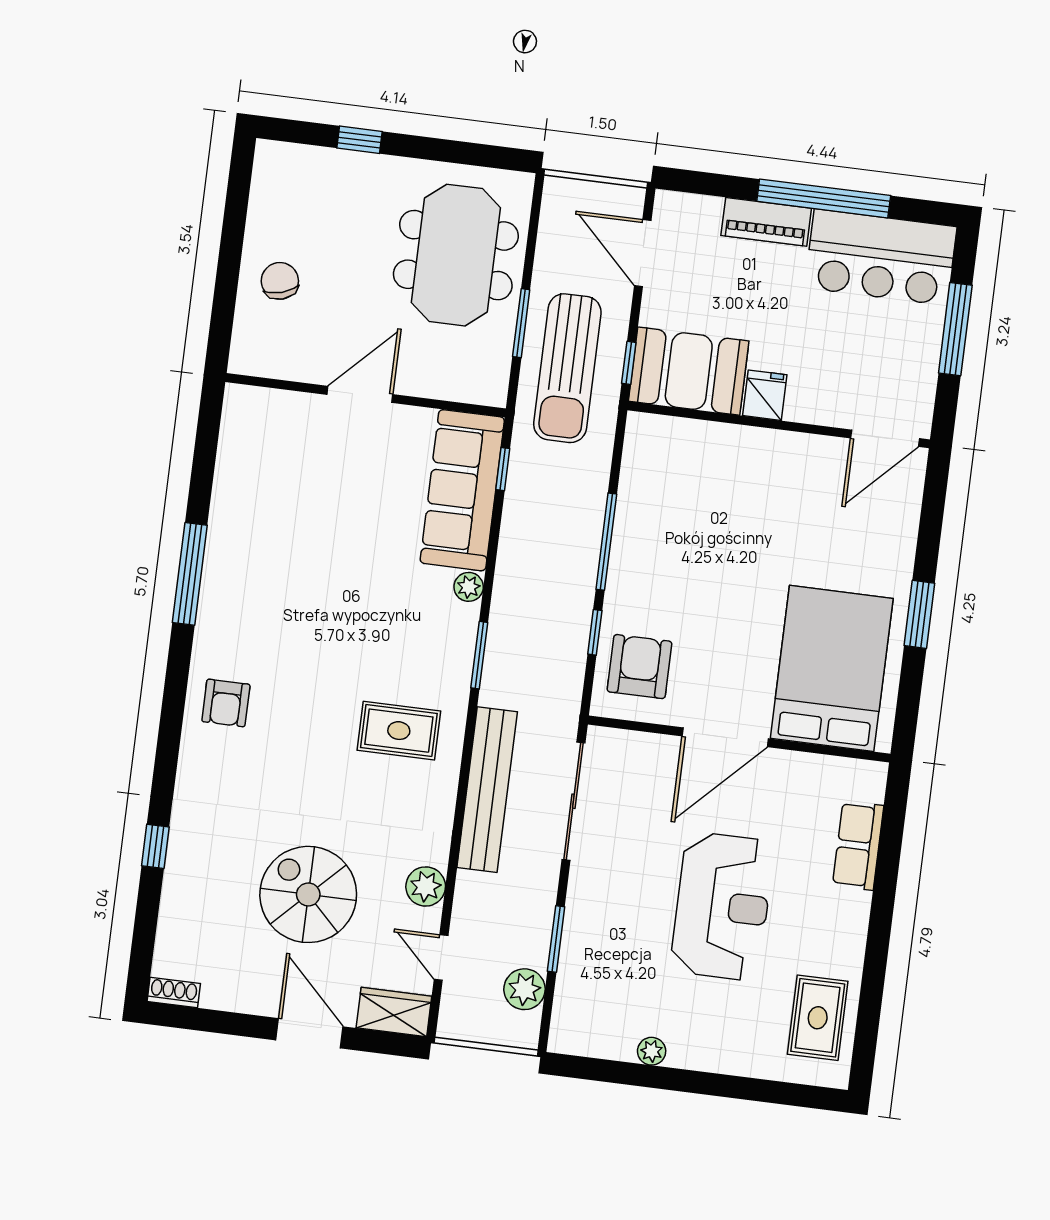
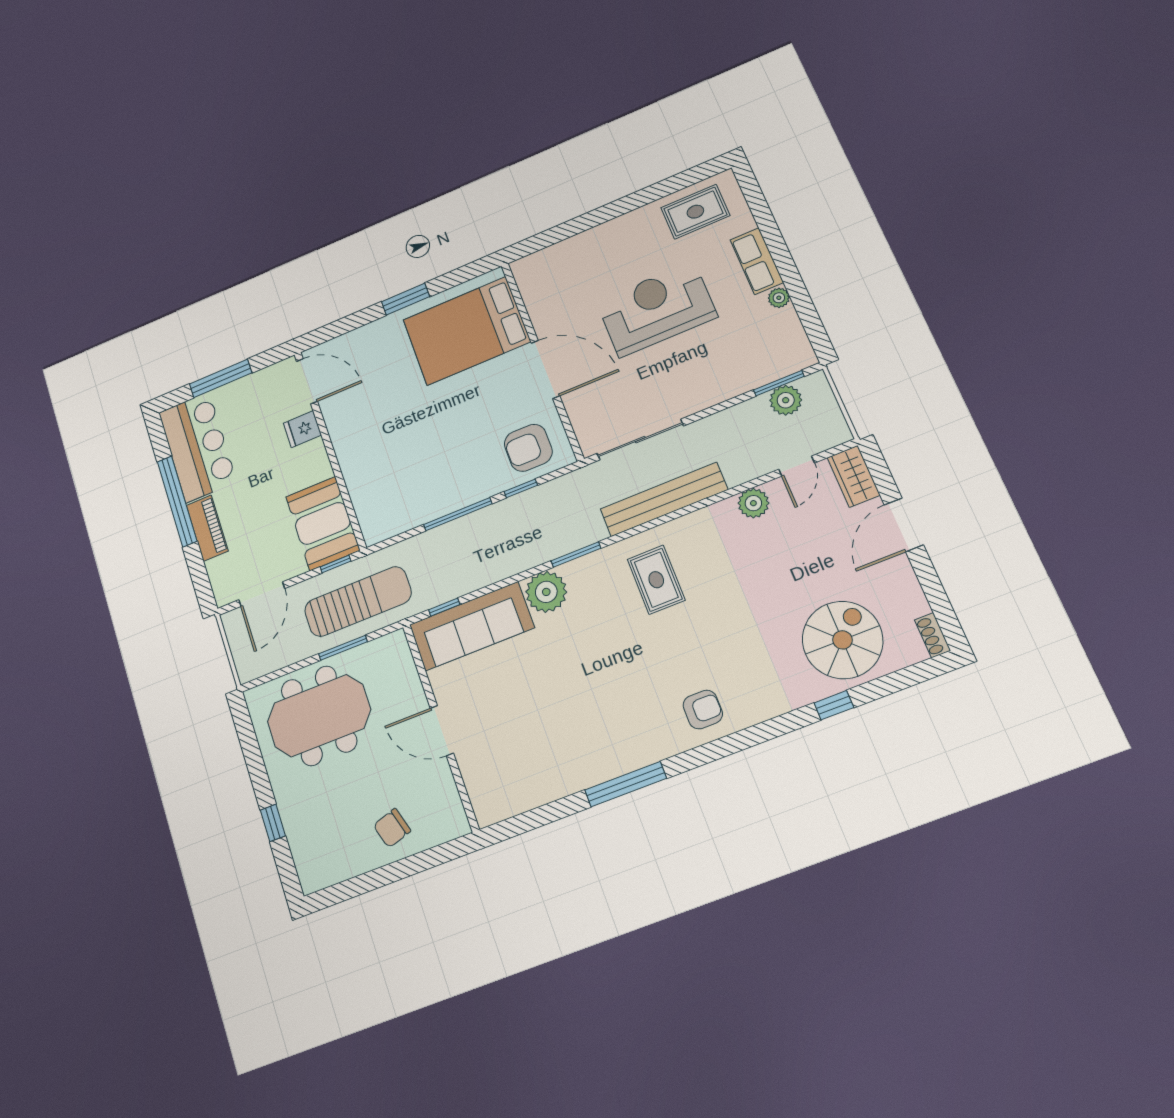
fridge: (765, 395) -> (302, 429), moved
plant: (469, 587) -> (546, 592), width x1.87, depth x1.87
row of seats: (858, 846) -> (757, 261), moved, turned 90
spiral stairs: (308, 894) -> (842, 640), moved, turned 180
window: (556, 939) -> (779, 383), moved

